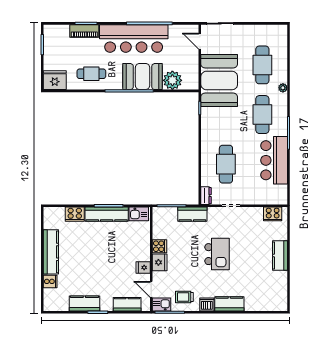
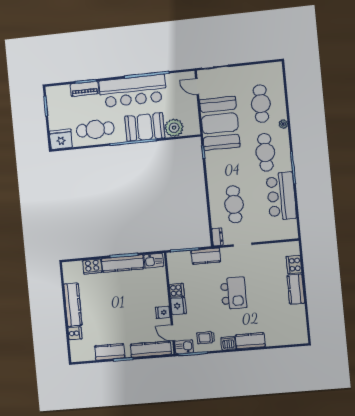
cafe table: (91, 74) -> (95, 129), width x1.37, depth x1.35
cooker: (273, 214) -> (294, 265), moved, turned 90
kitchen counter: (127, 304) -> (151, 349), width x1.50

